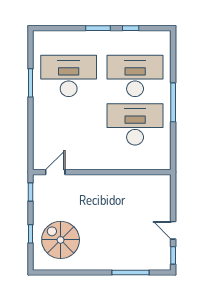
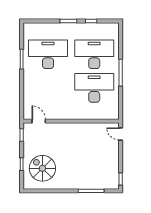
door: (55, 172) -> (39, 121), hinge flipped
door: (173, 230) -> (121, 134), moved

